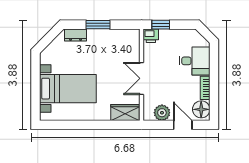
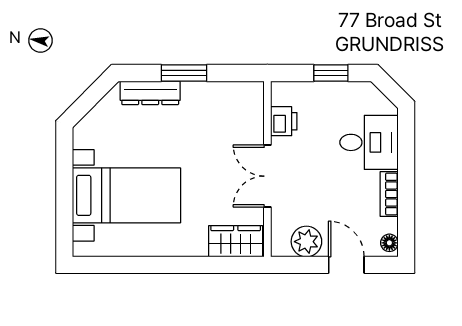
window: (161, 25) -> (331, 73), moved
dresser: (76, 35) -> (150, 93), width x1.44
printer: (151, 36) -> (284, 121), moved, turned -90
floor lamp: (201, 109) -> (389, 243), width x0.53, depth x0.53

